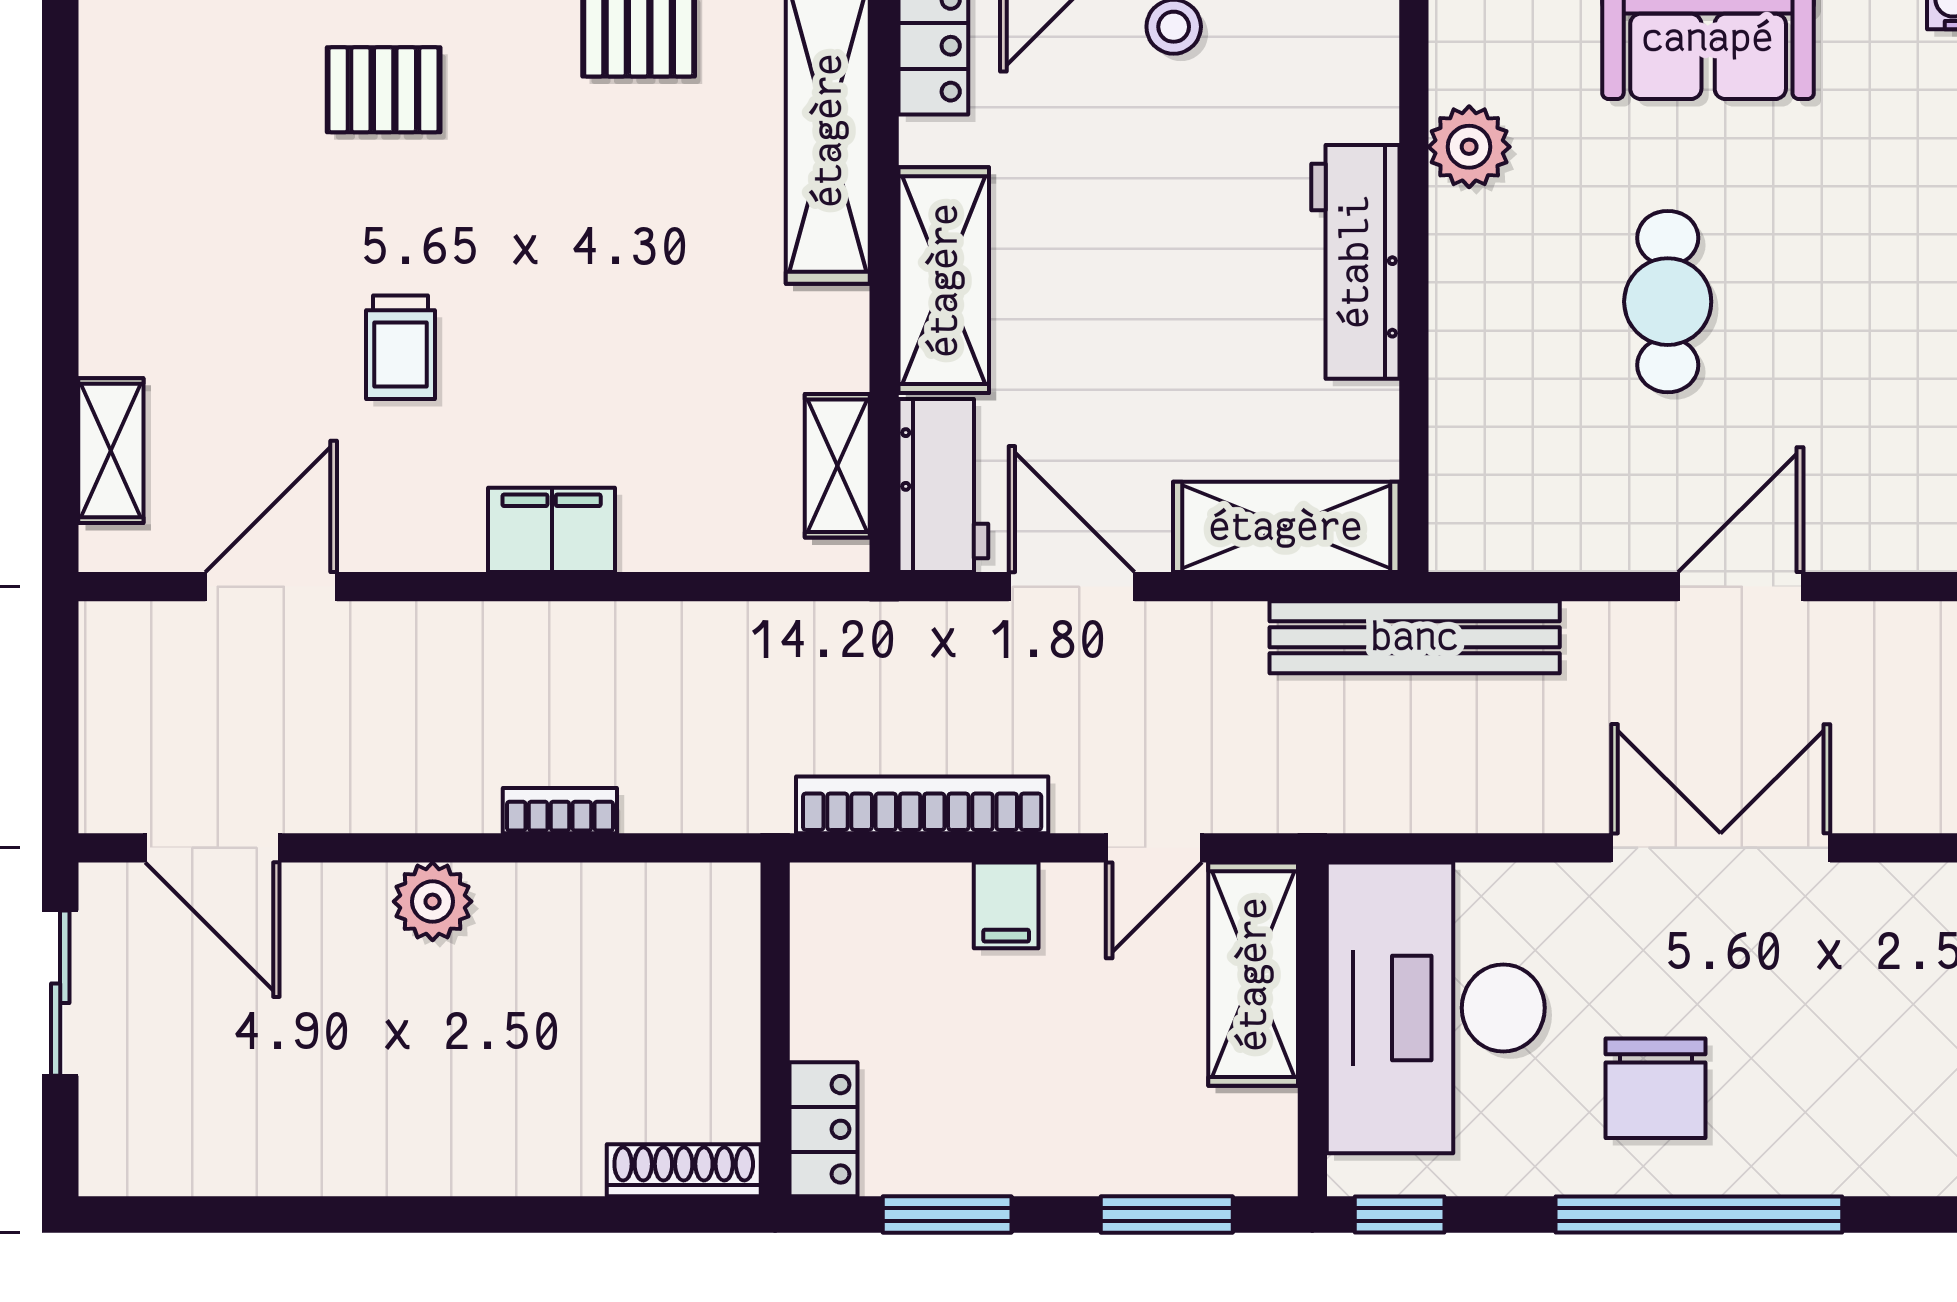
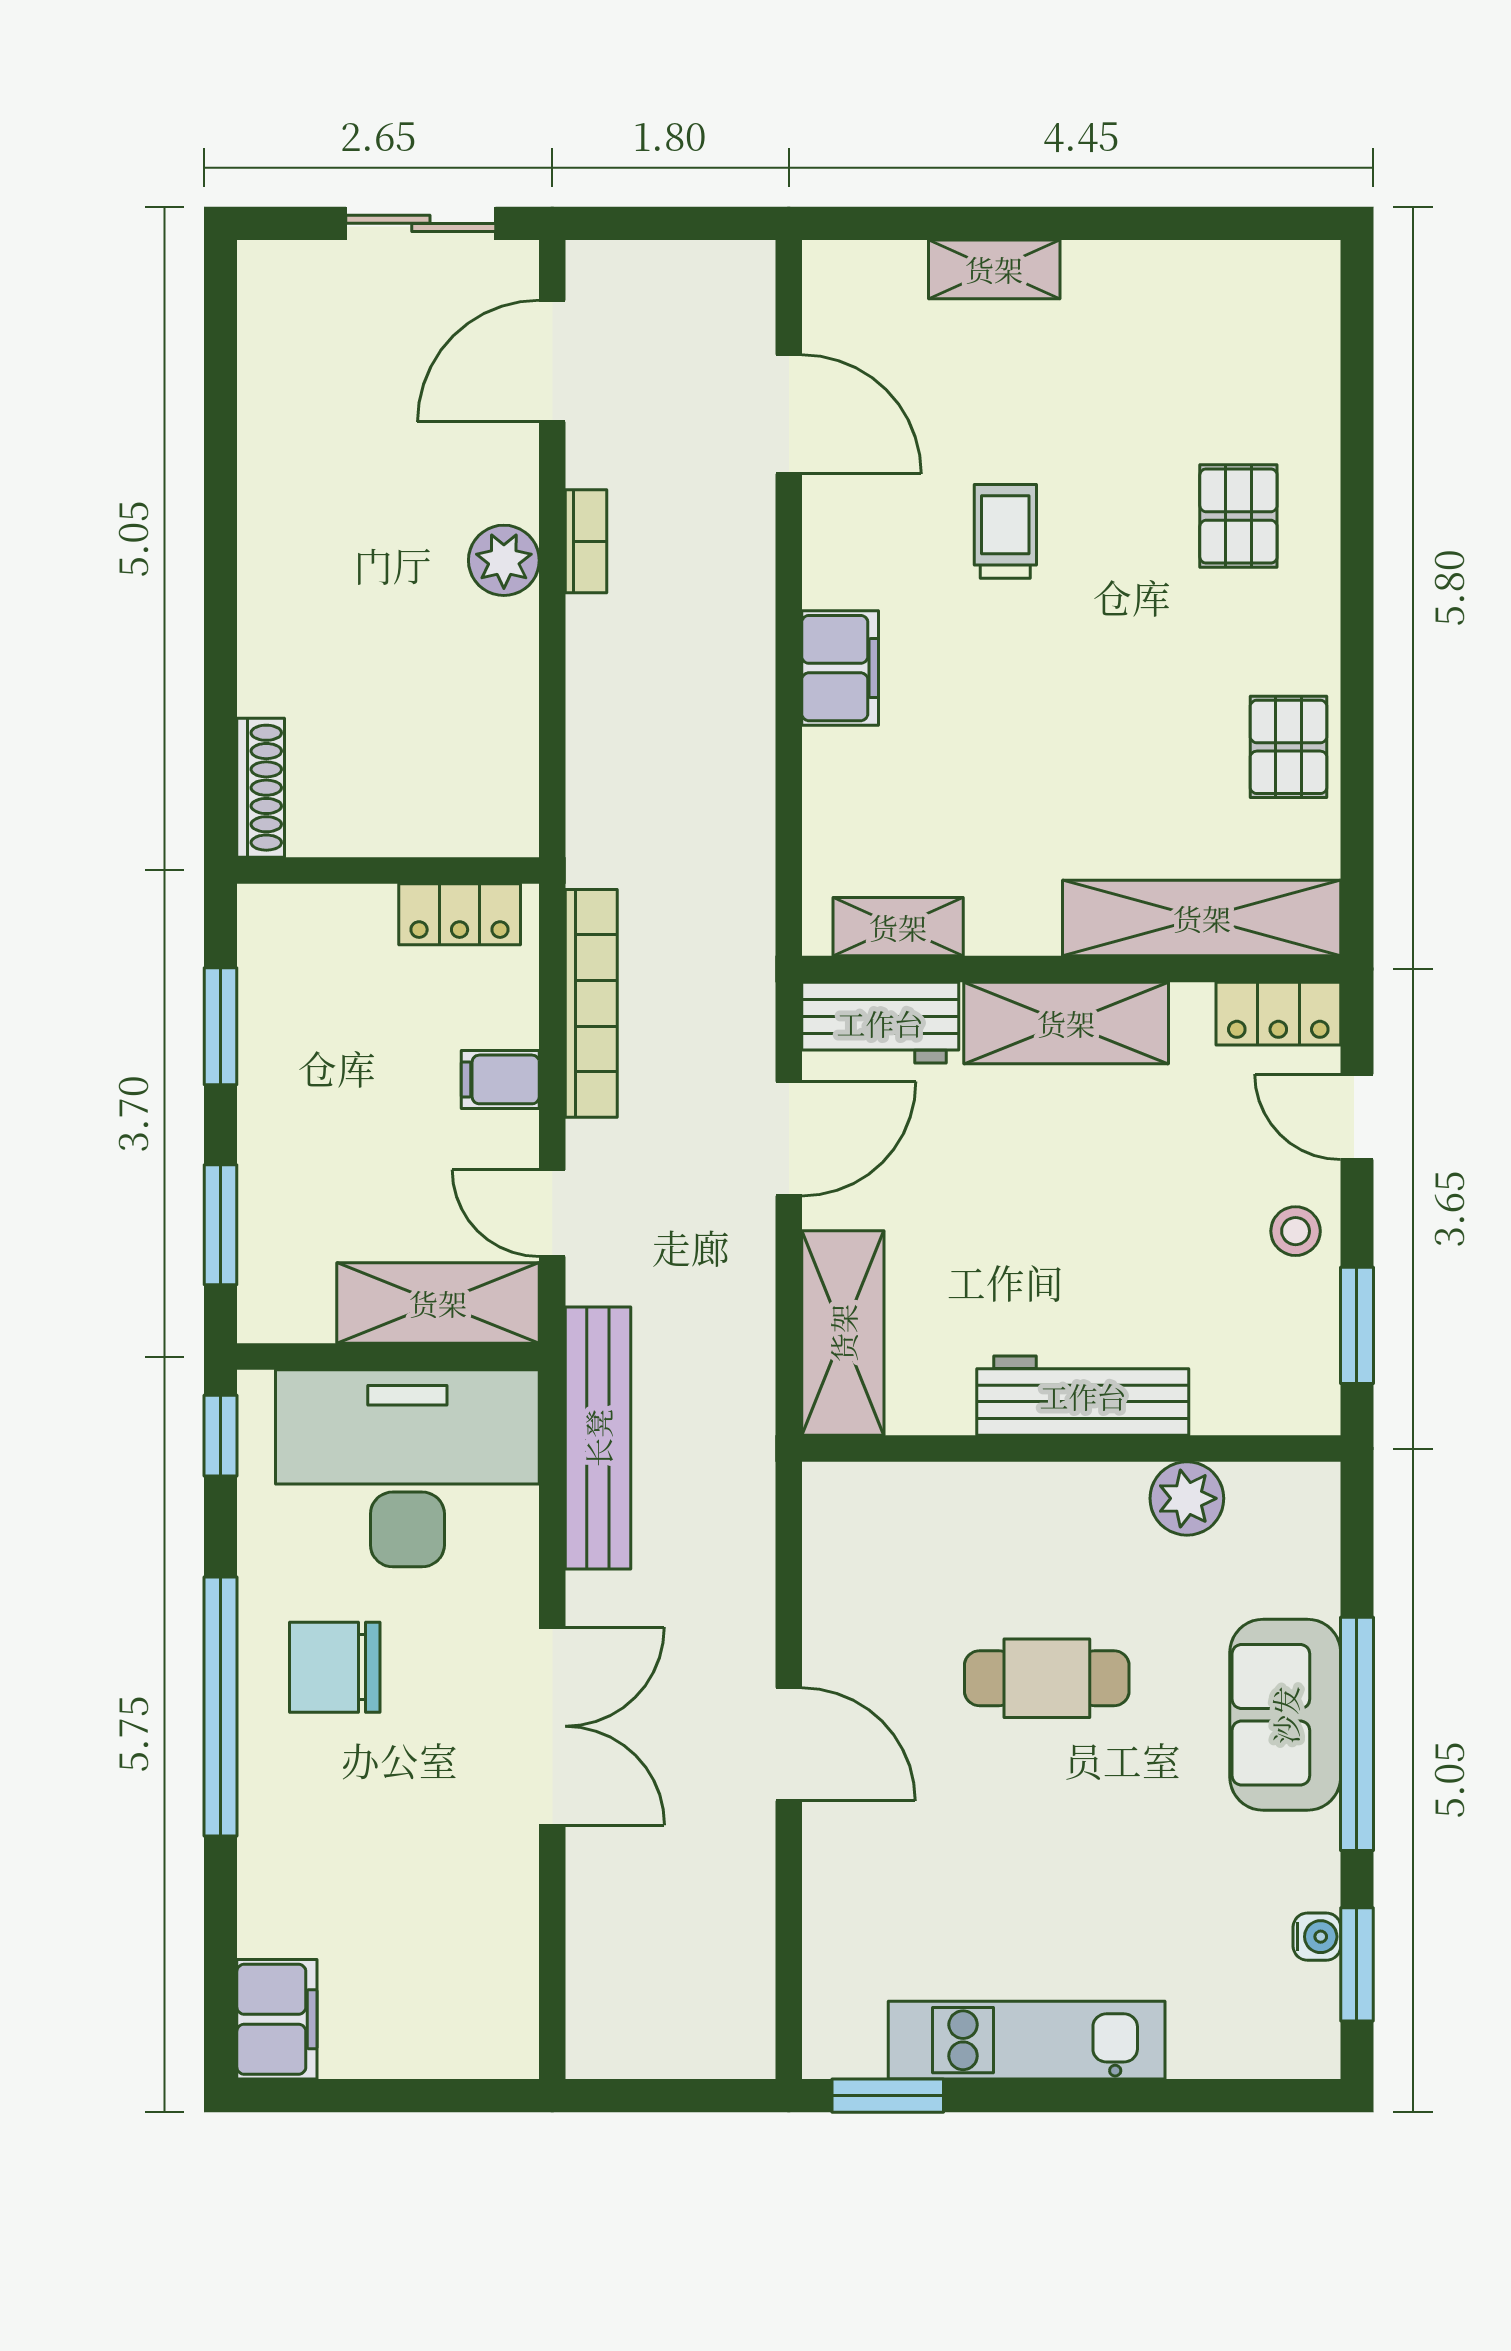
trolley: (400, 347) -> (1005, 531), turned 90
shelving: (111, 451) -> (994, 269), moved
bench: (1415, 637) -> (598, 1438), moved
bookcase: (560, 811) -> (586, 541), moved
locker: (824, 1129) -> (460, 914), moved

